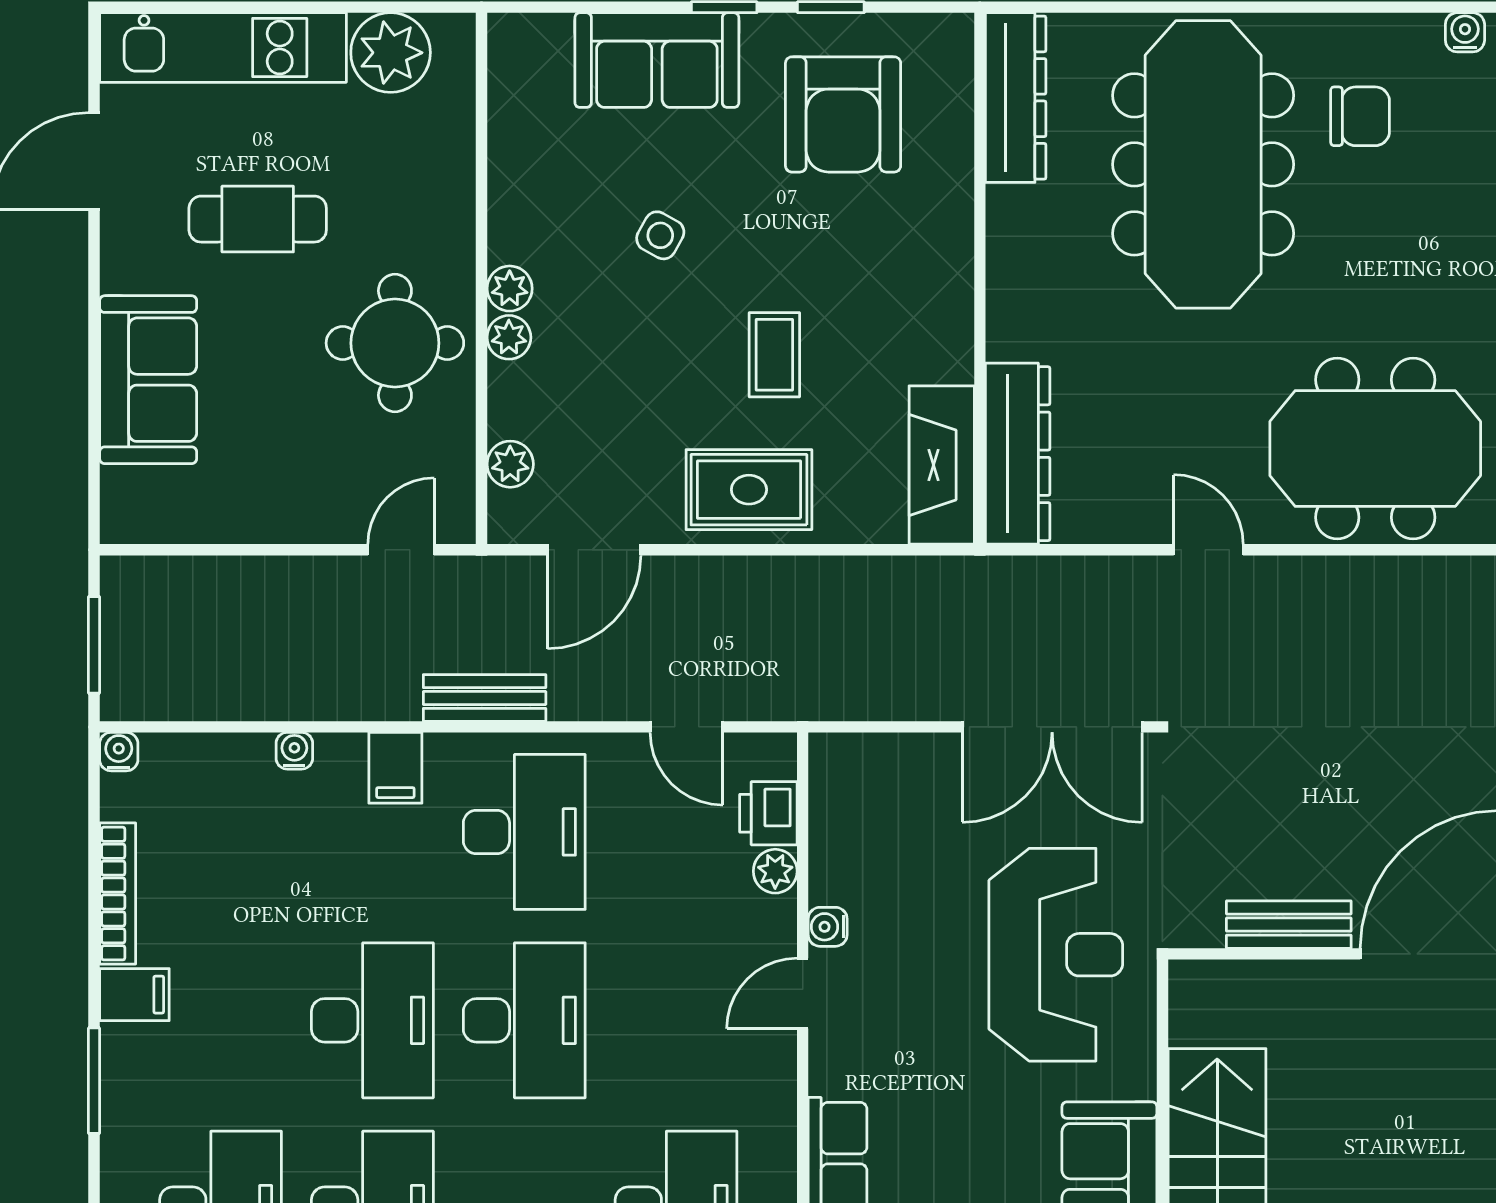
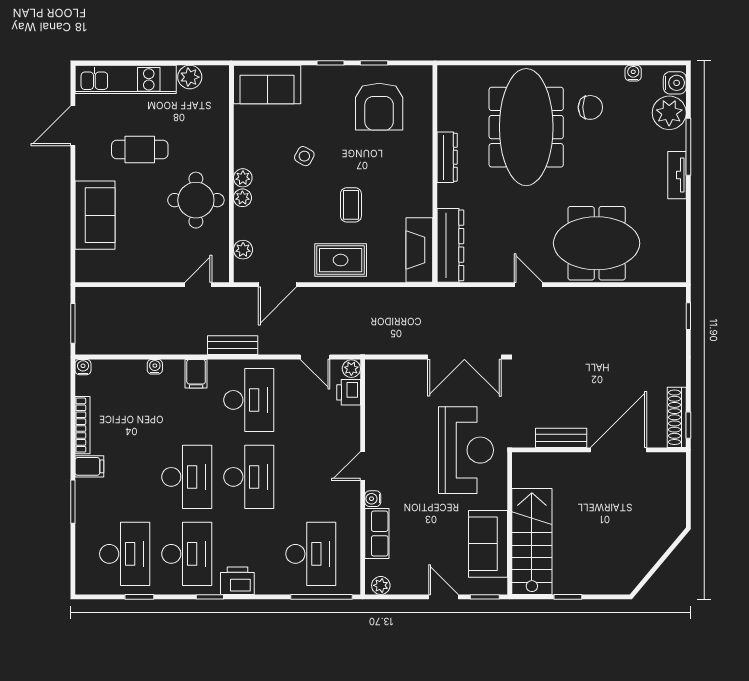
plant: (391, 53) -> (190, 77), width x0.73, depth x0.73
sofa: (657, 60) -> (267, 84), moved
dresser: (1016, 98) -> (447, 157), moved, width x0.73, depth x0.80
plant: (775, 871) -> (351, 369), moved
water cooler: (828, 927) -> (373, 499), moved

